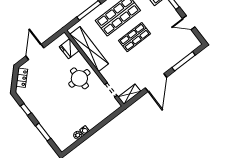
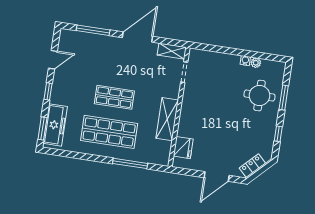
door: (189, 23) -> (53, 60), hinge flipped
shelving: (89, 49) -> (167, 119), width x0.68
round table: (79, 78) -> (259, 96), moved

